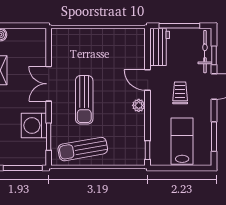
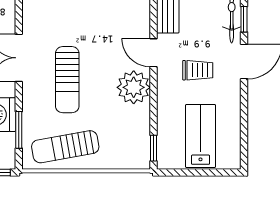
trolley: (180, 93) -> (198, 70), turned 90
plant: (139, 105) -> (134, 87), width x1.87, depth x1.87
window: (214, 137) -> (244, 130), removed

